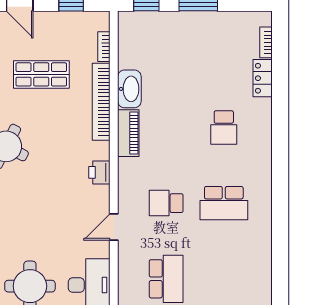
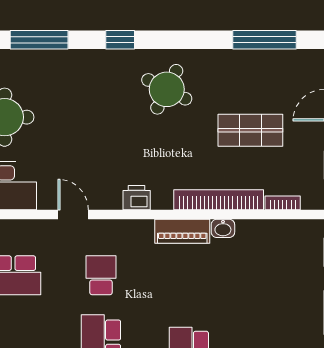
shop shelf: (41, 74) -> (250, 130), turned 90
washbasin: (129, 89) -> (223, 228), width x0.52, depth x0.69

